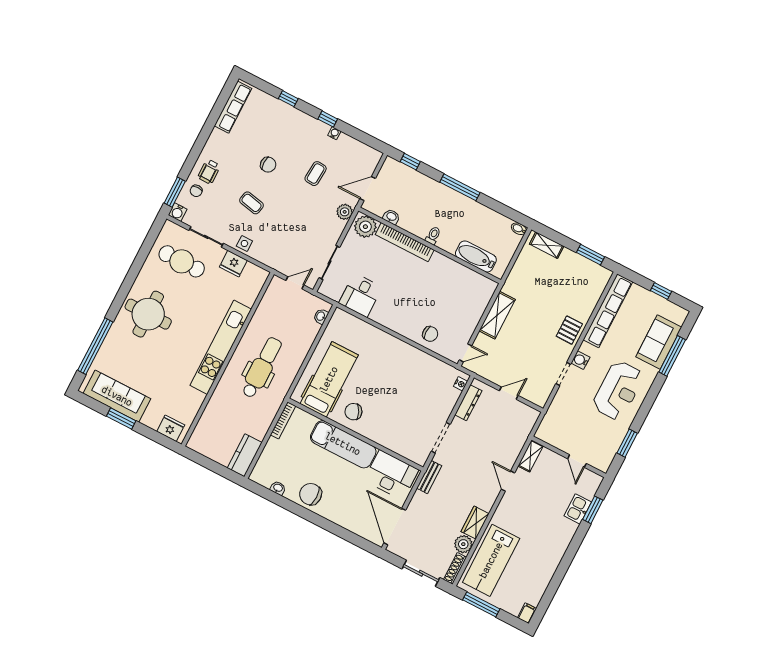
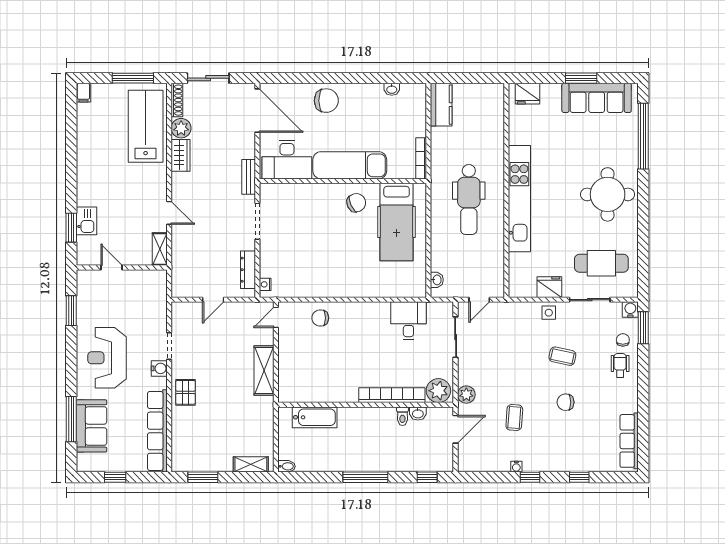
toilet: (433, 236) -> (402, 416), moved
chair: (311, 494) -> (326, 101), moved

